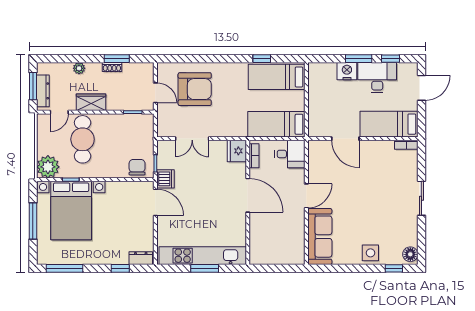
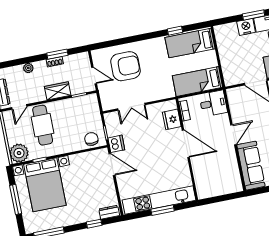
wardrobe: (91, 102) -> (58, 91), moved
fridge: (237, 151) -> (172, 119), moved

